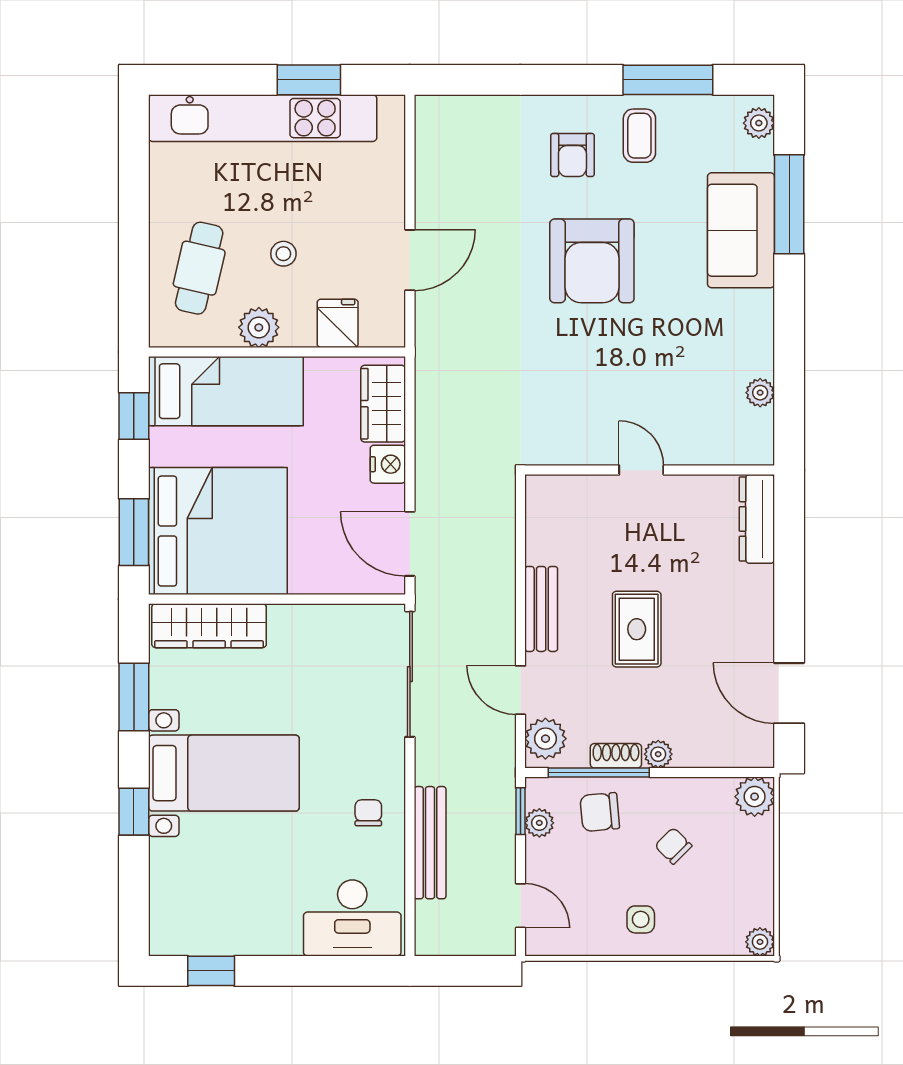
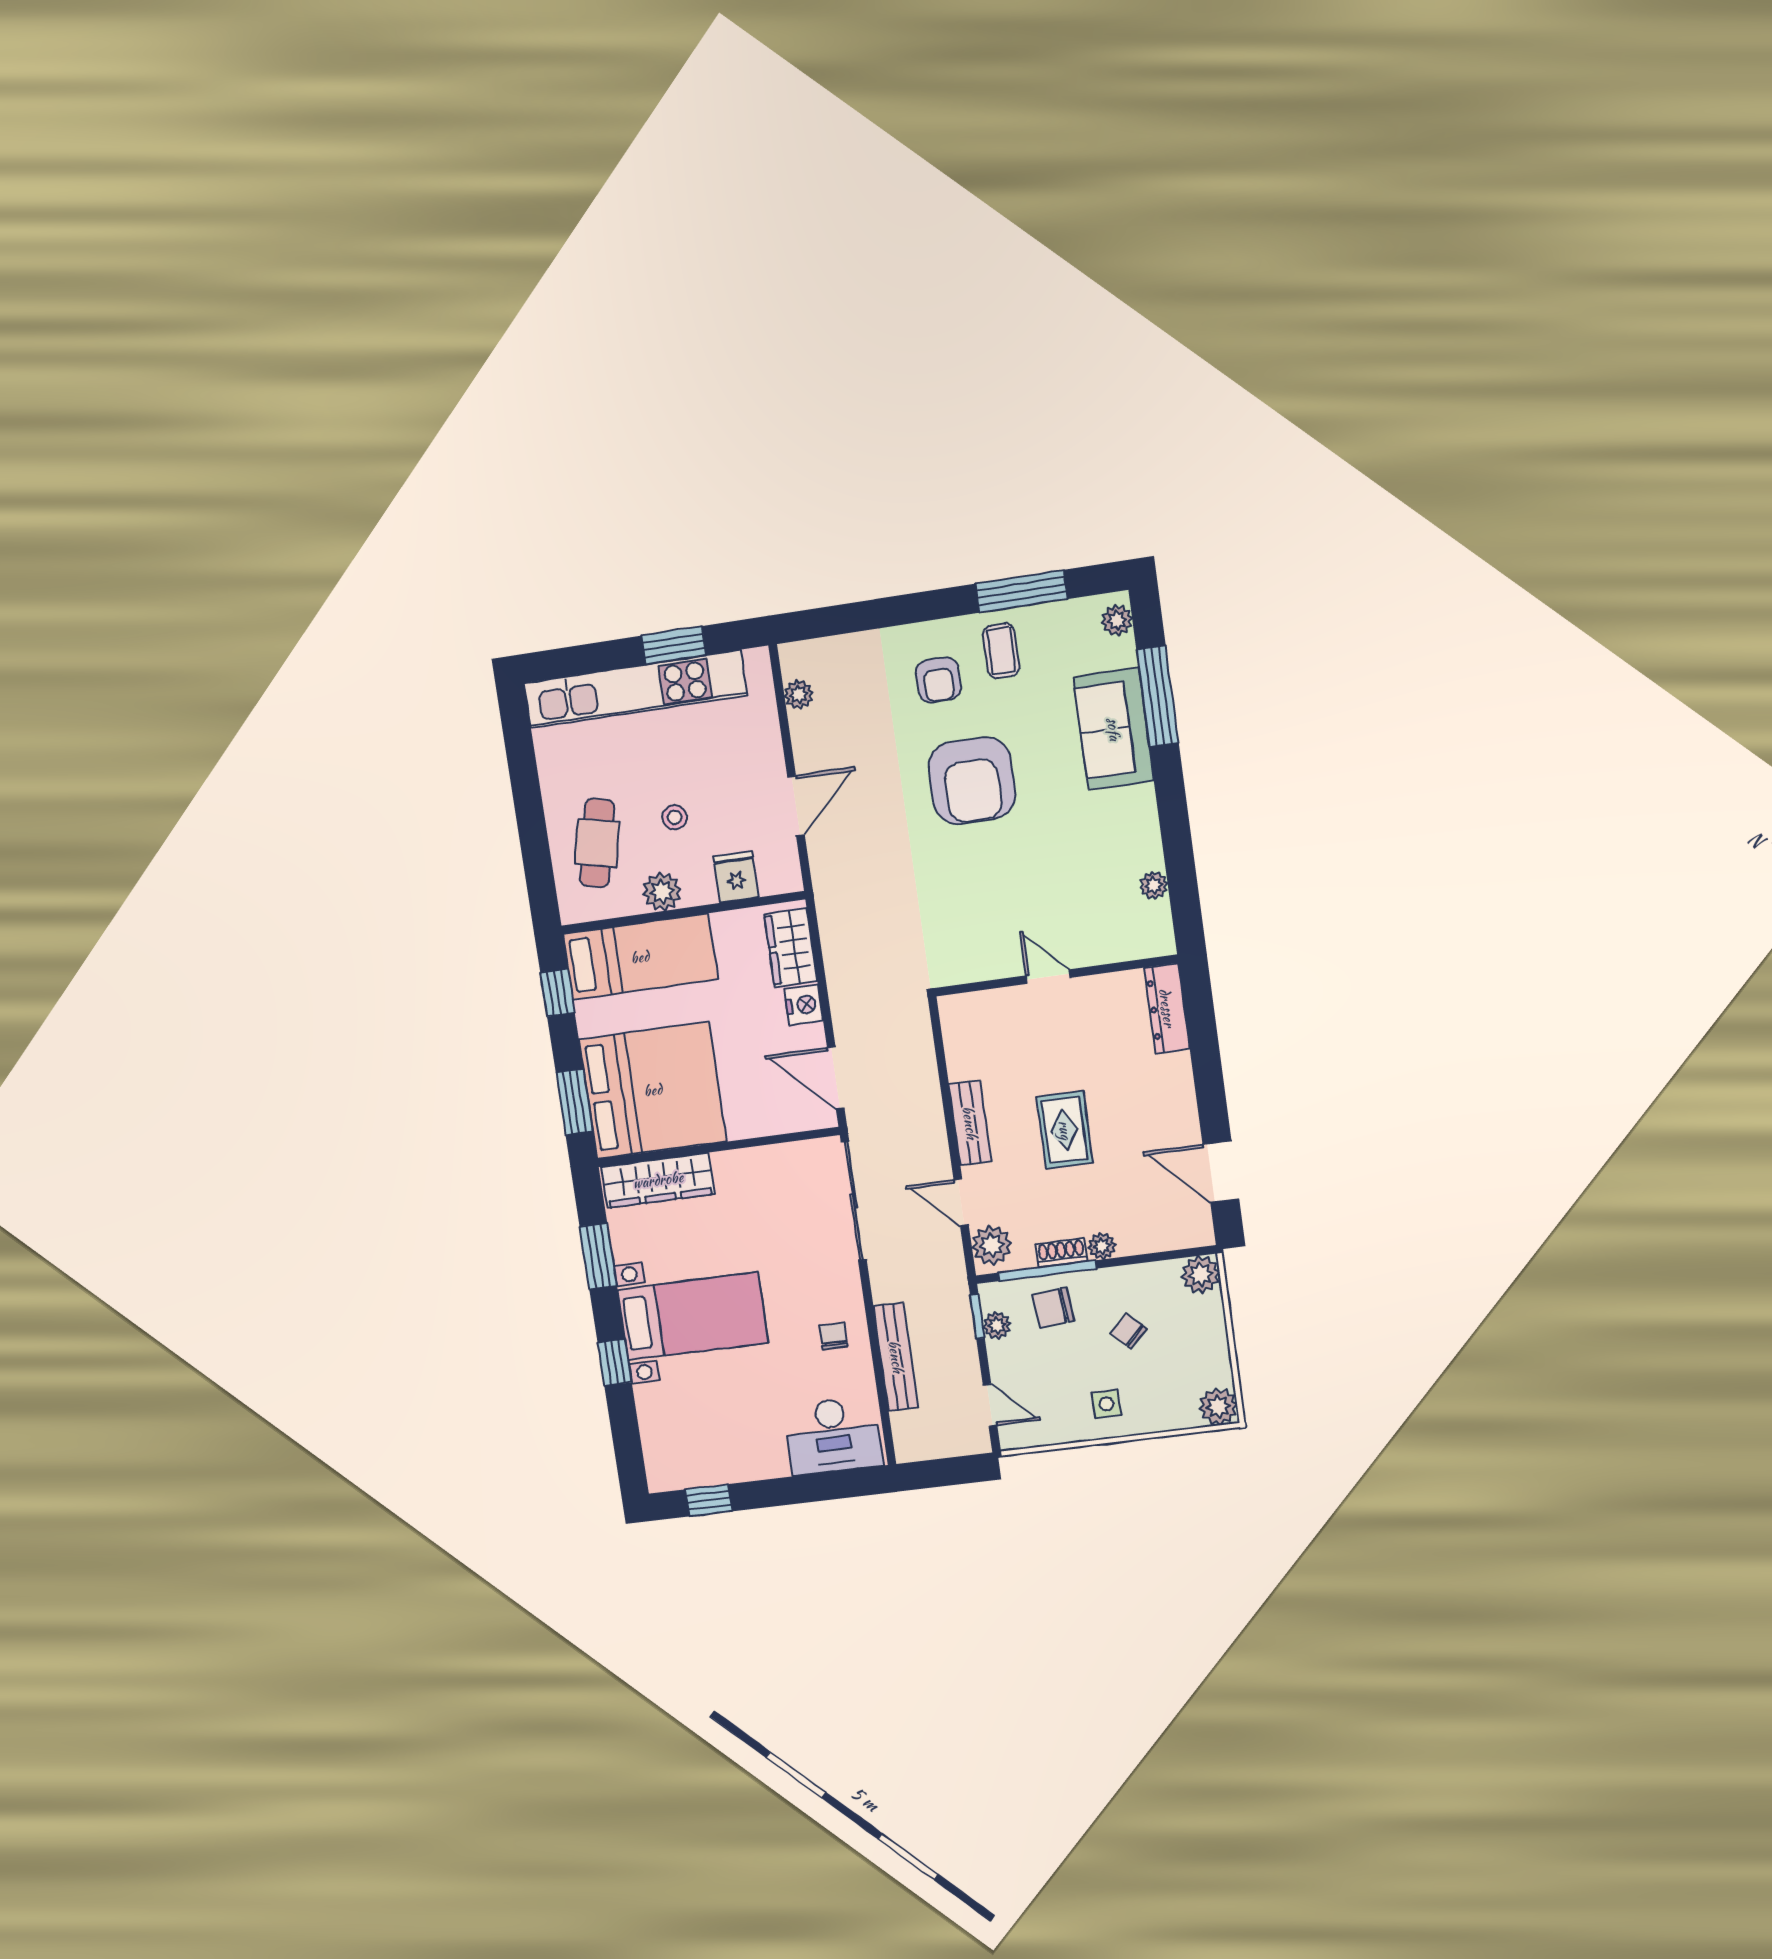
plant: (429, 148) -> (799, 695), added
plant: (760, 942) -> (1218, 1407), width x1.38, depth x1.38

